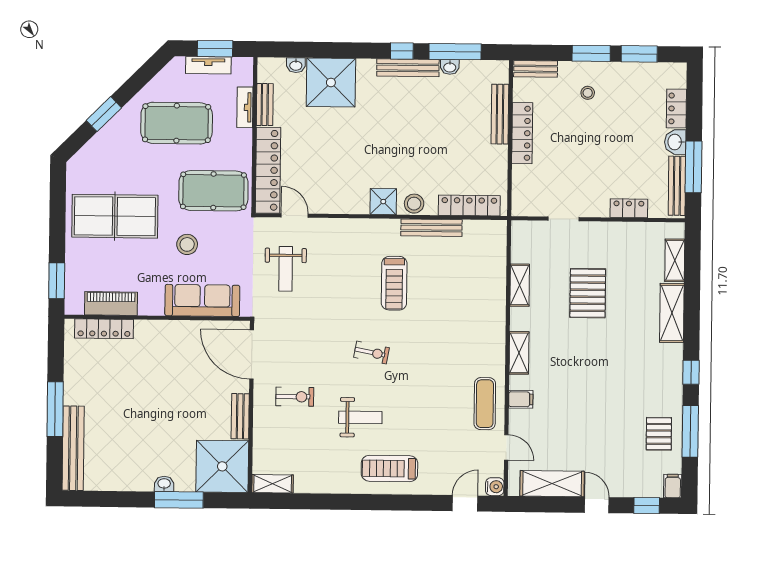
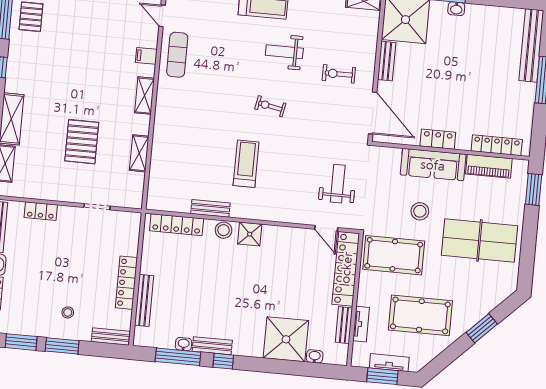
bench: (408, 68) -> (212, 346), width x0.73
bench: (431, 228) -> (210, 208), width x0.73
sofa: (202, 300) -> (433, 165), moved
locker: (173, 330) -> (438, 139), added

